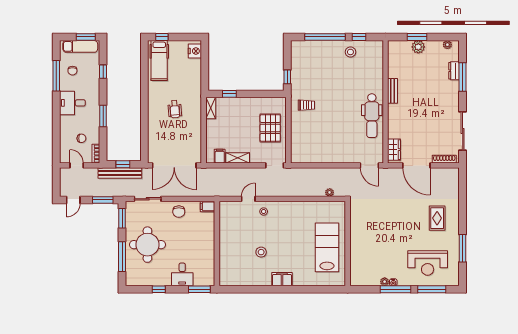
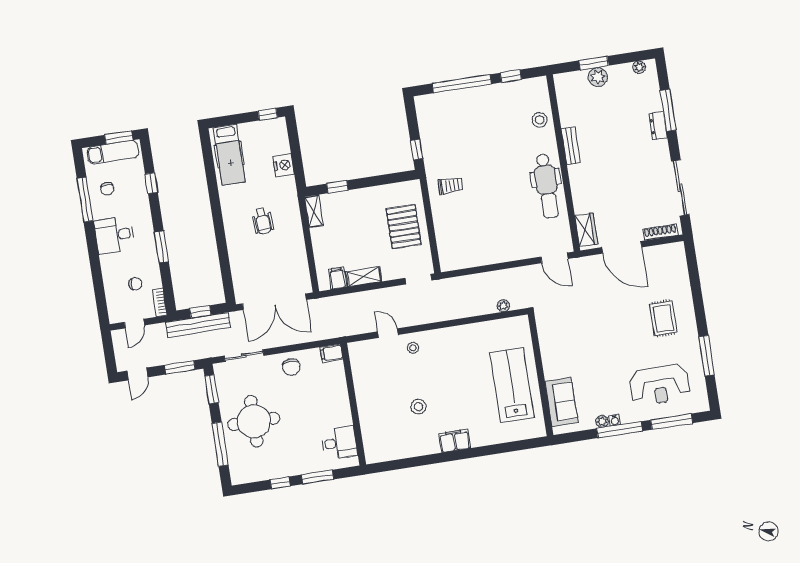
window: (162, 37) -> (268, 114), moved
nightstand: (195, 51) -> (283, 165), moved
stool: (350, 52) -> (540, 120), moved
dresser: (454, 71) -> (658, 126), moved
door: (77, 165) -> (134, 324), swing flipped
door: (248, 199) -> (388, 333), hinge flipped
sofa: (359, 264) -> (561, 402), added
desk: (182, 274) -> (339, 443), moved, turned -90
window: (199, 289) -> (317, 477), moved

